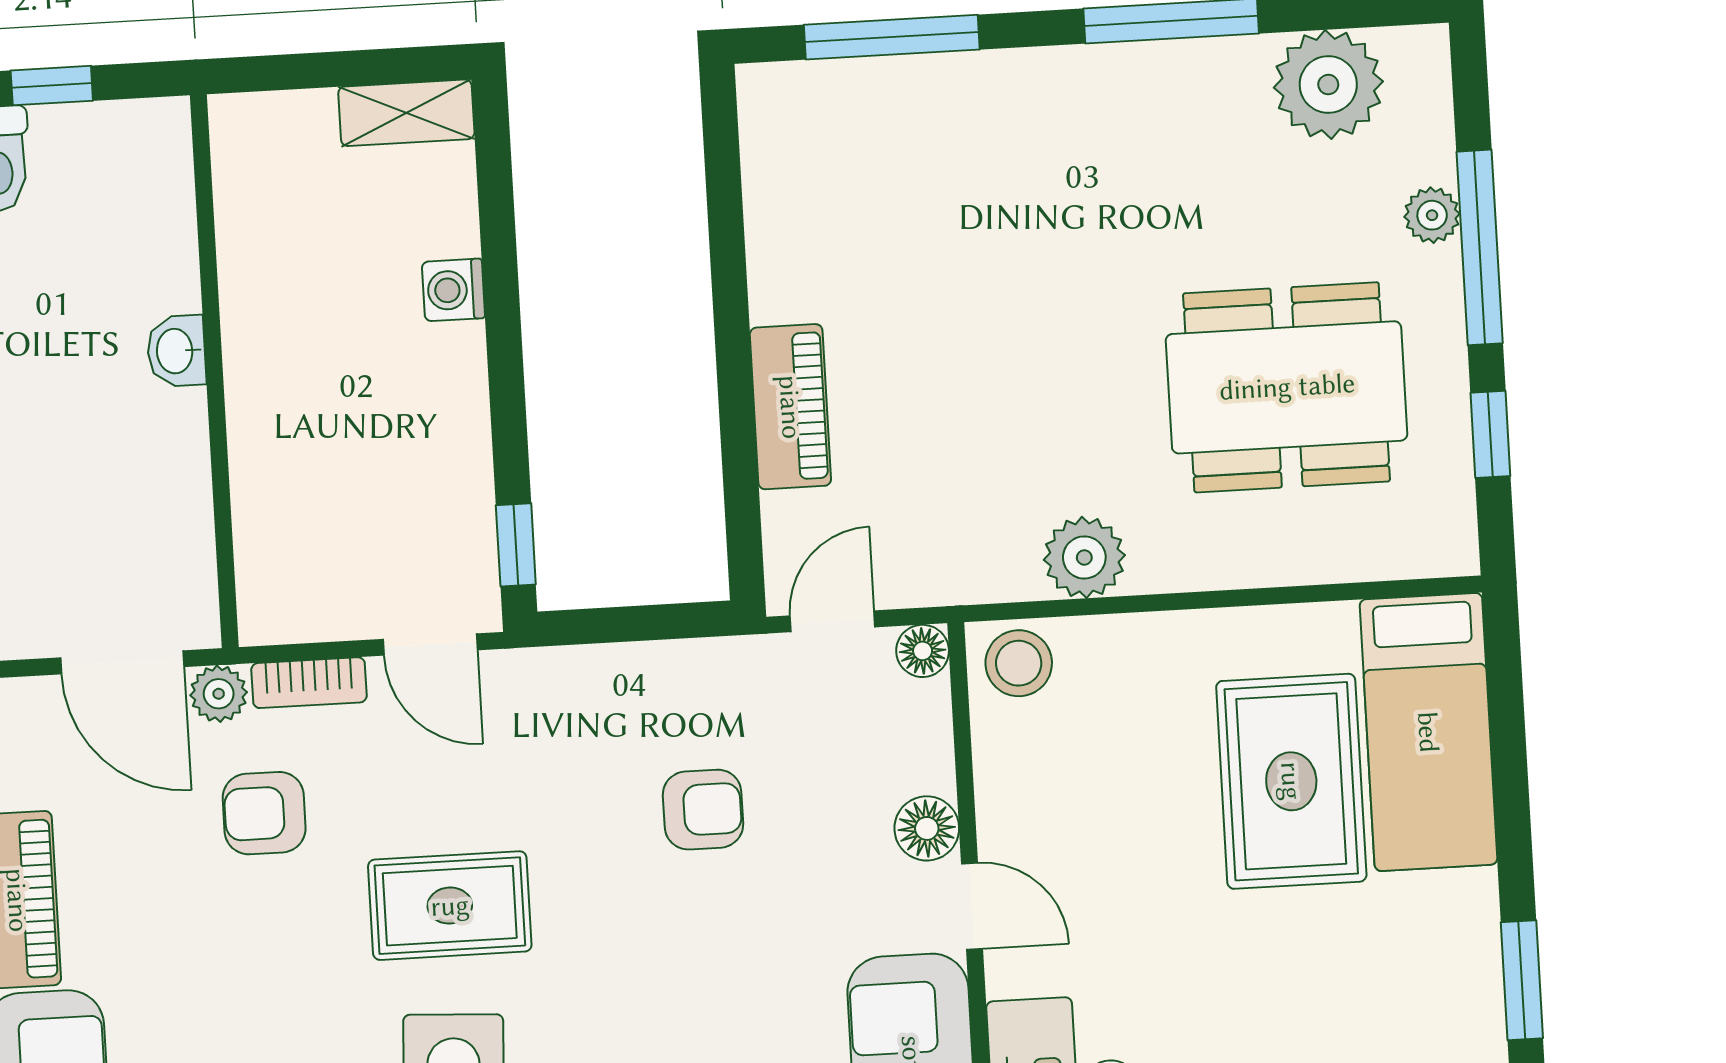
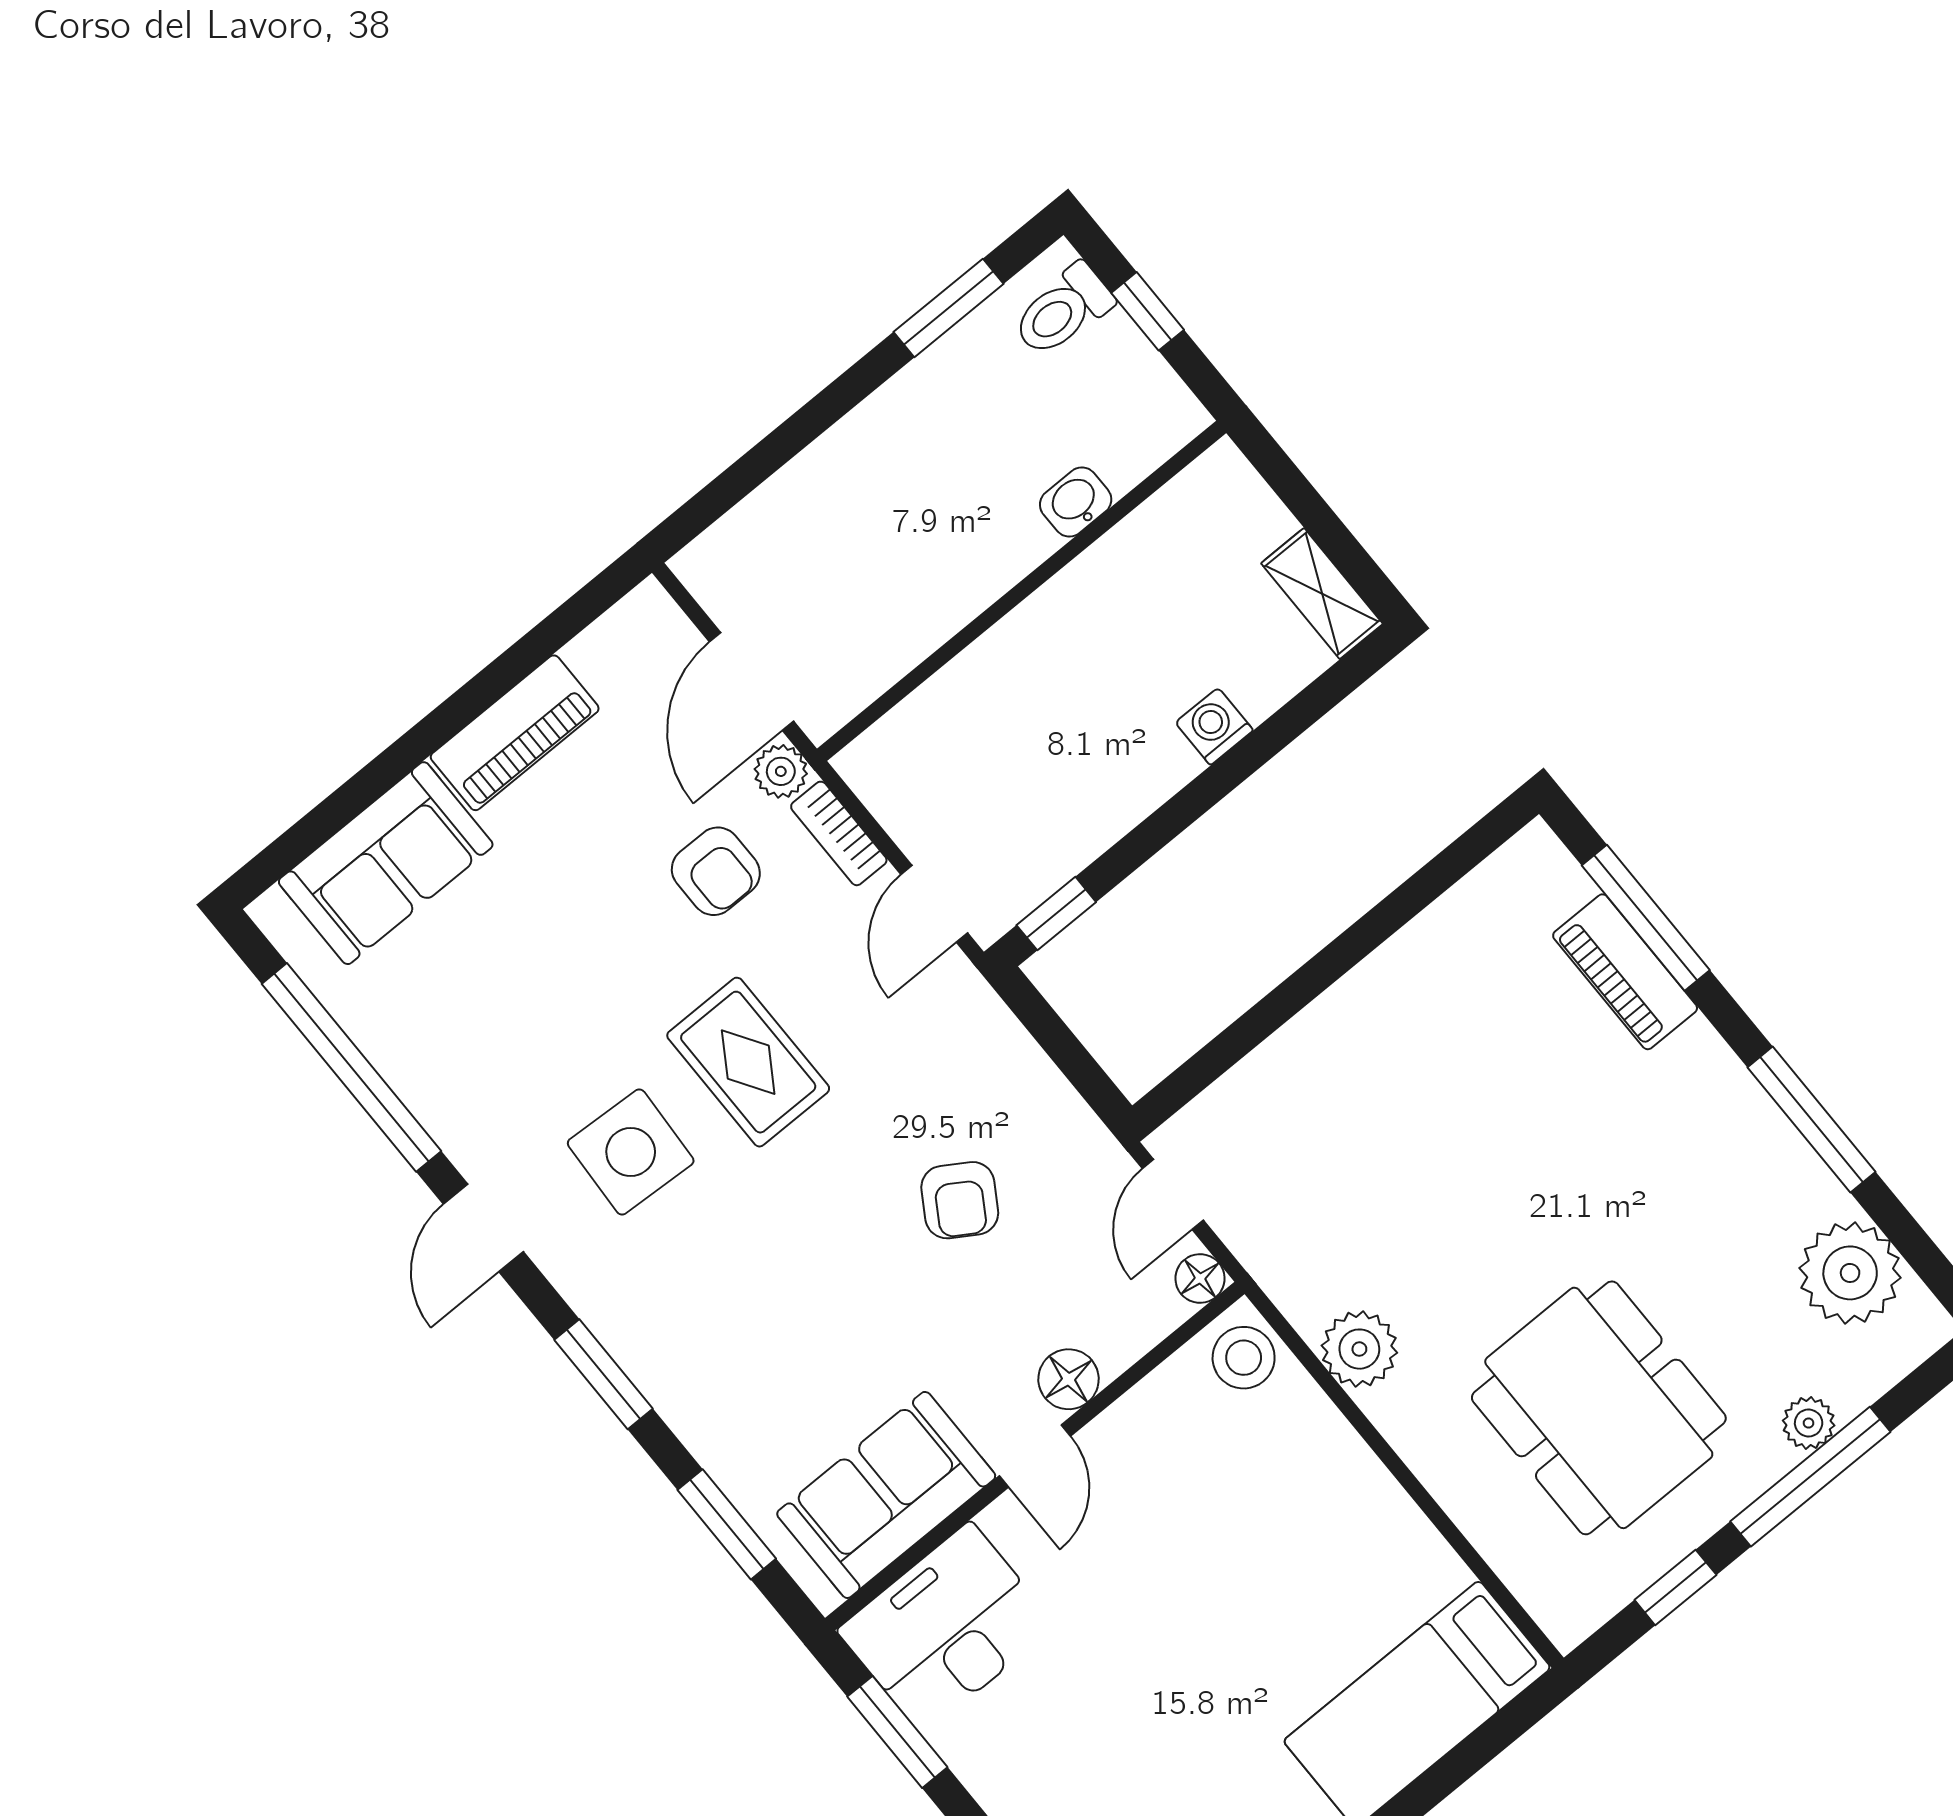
washbasin: (176, 351) -> (1076, 502), moved
piano: (790, 407) -> (1625, 972), moved, turned 90
door: (833, 621) -> (1173, 1194), swing flipped
rug: (1291, 781) -> (1304, 1628), removed
armchair: (703, 810) -> (960, 1200), turned 32
armchair: (264, 813) -> (716, 871), turned 180

